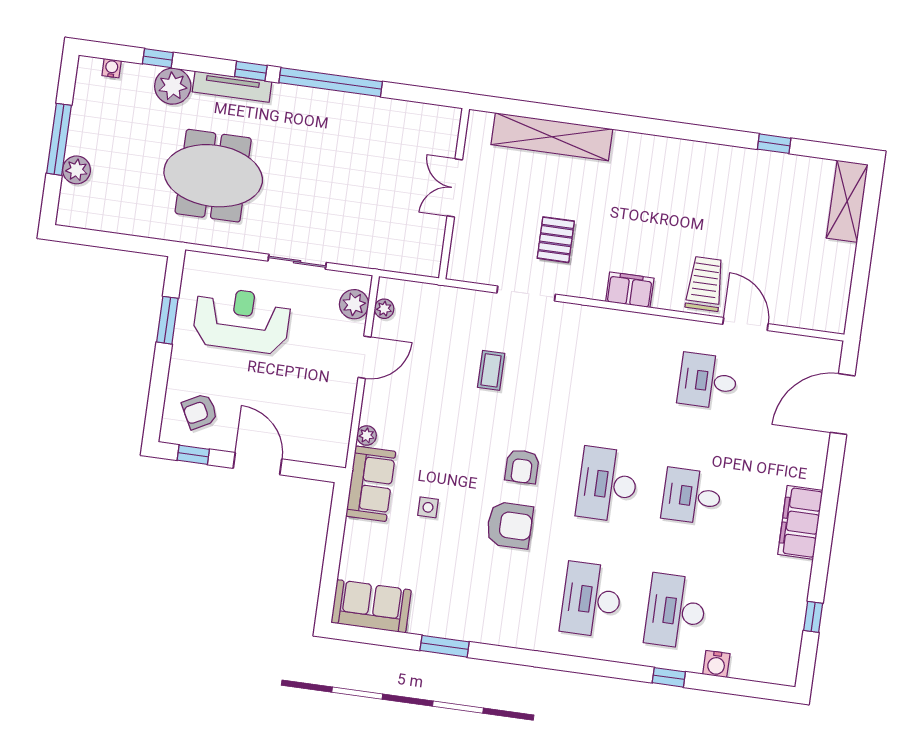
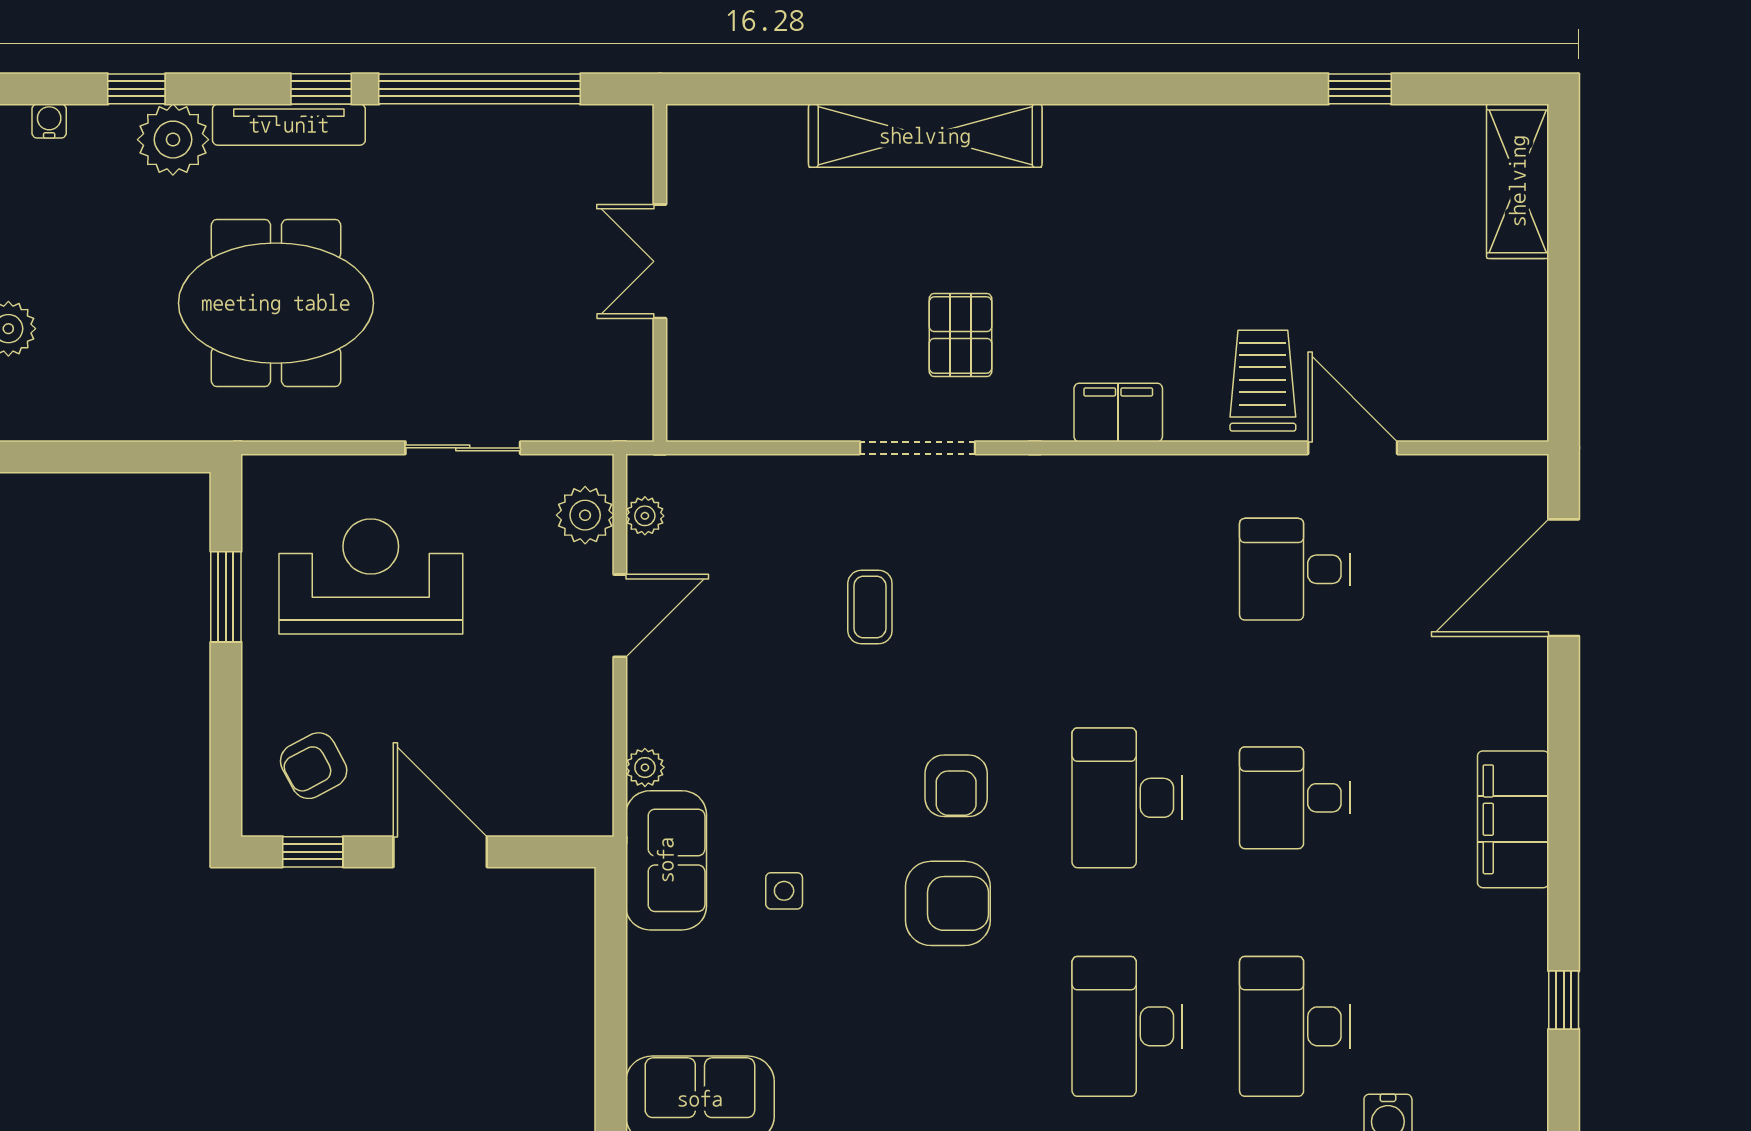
double door: (455, 188) -> (660, 261), moved
wall: (454, 194) -> (660, 273), moved

